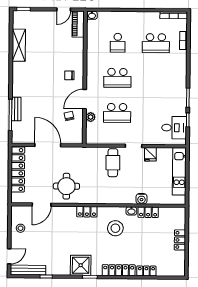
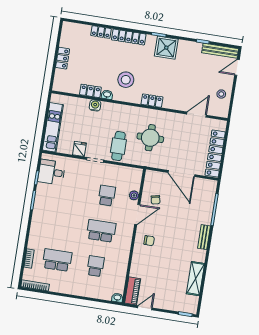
bench: (16, 109) -> (204, 237), moved
school desk: (117, 113) -> (107, 196), width x0.54
round table: (66, 186) -> (150, 138), moved

